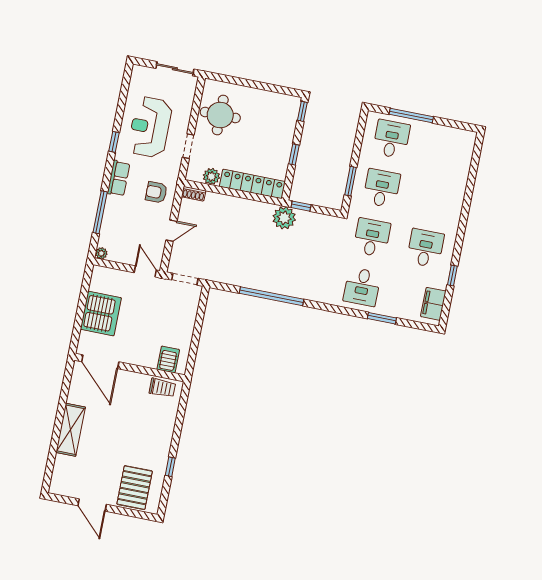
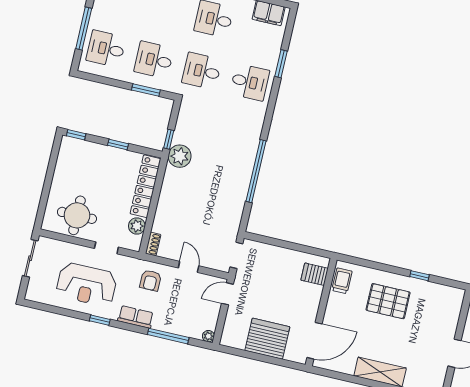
pallet: (135, 488) -> (388, 301), moved

